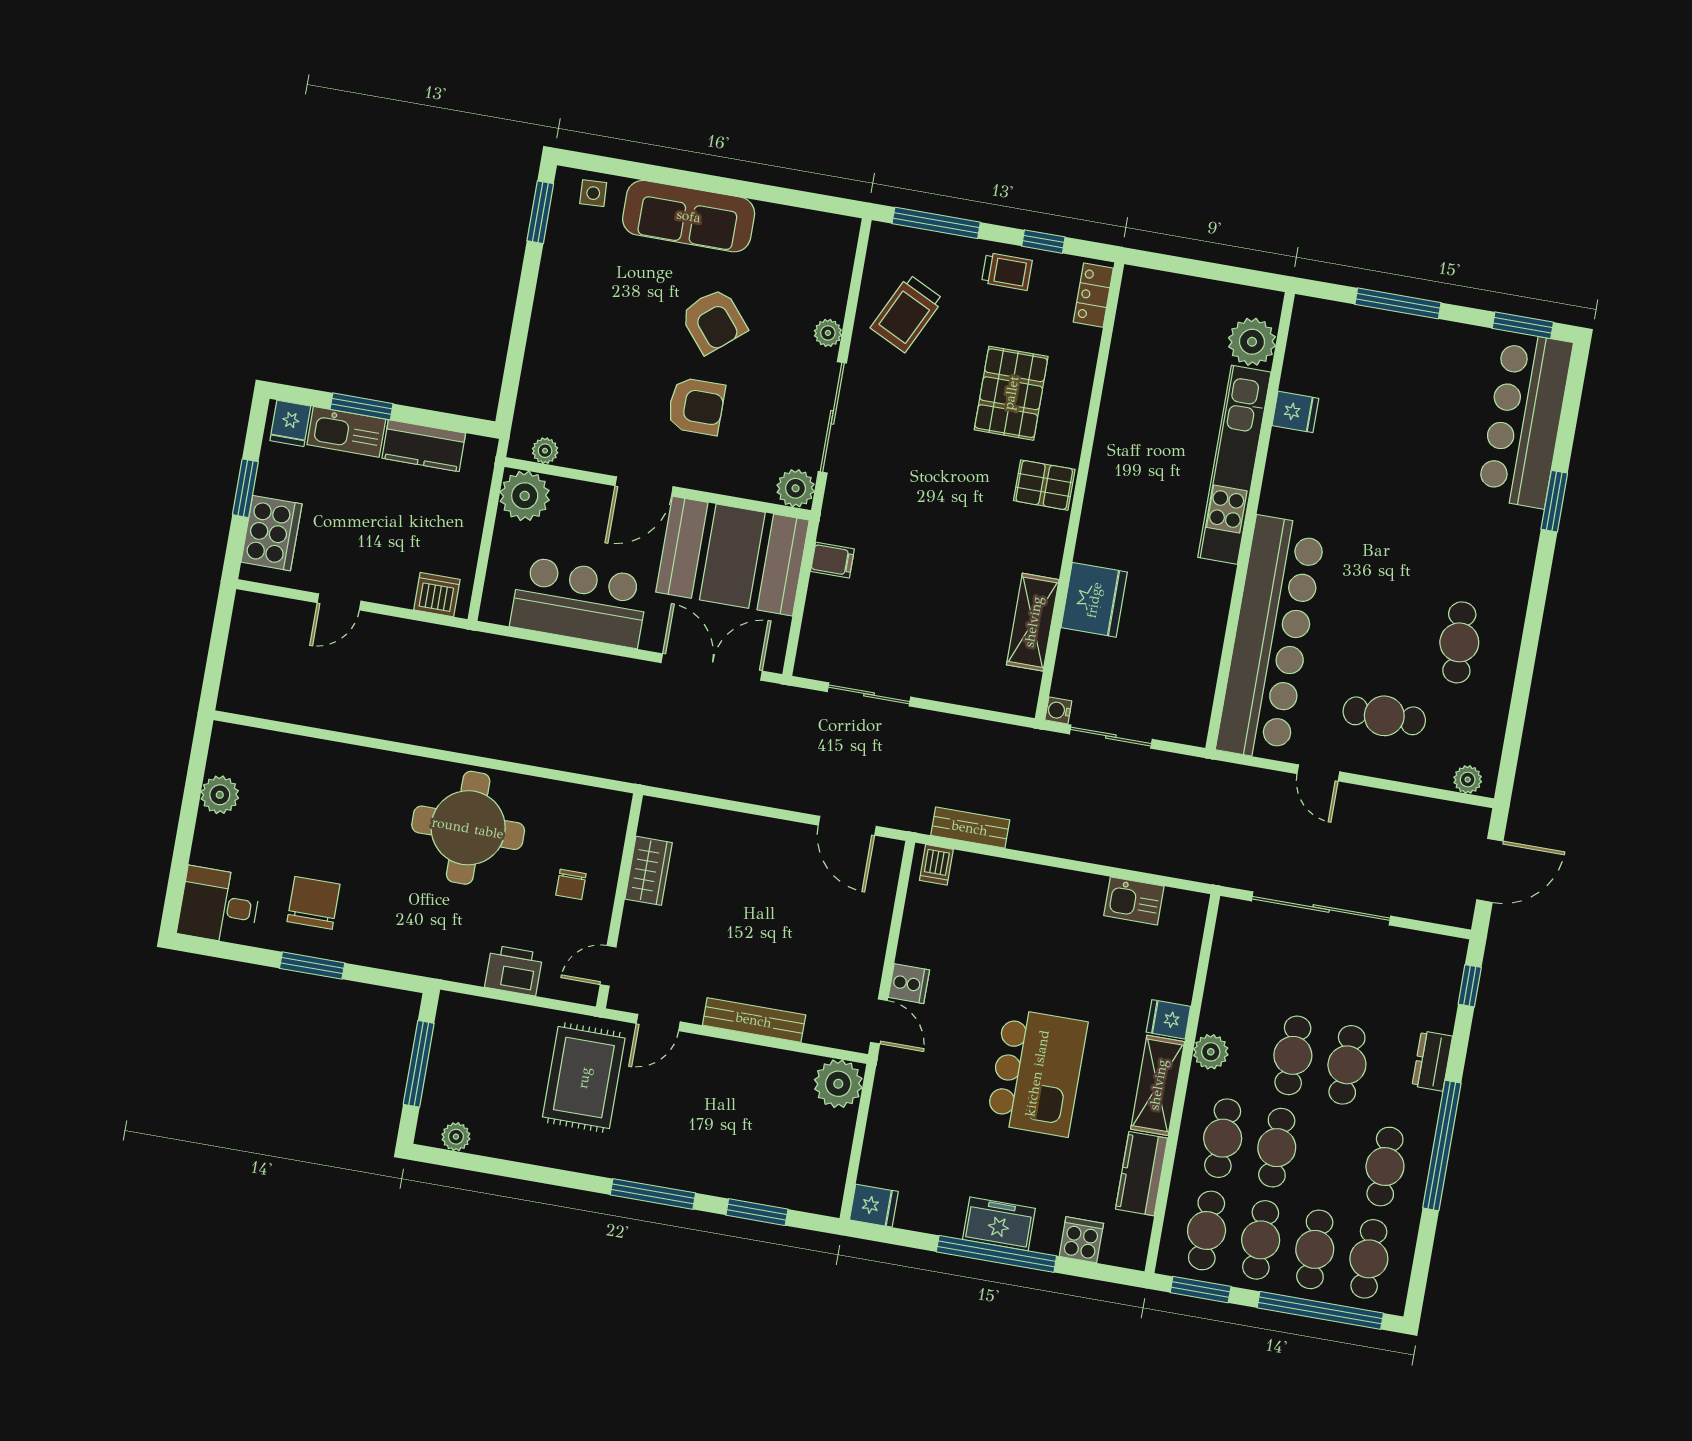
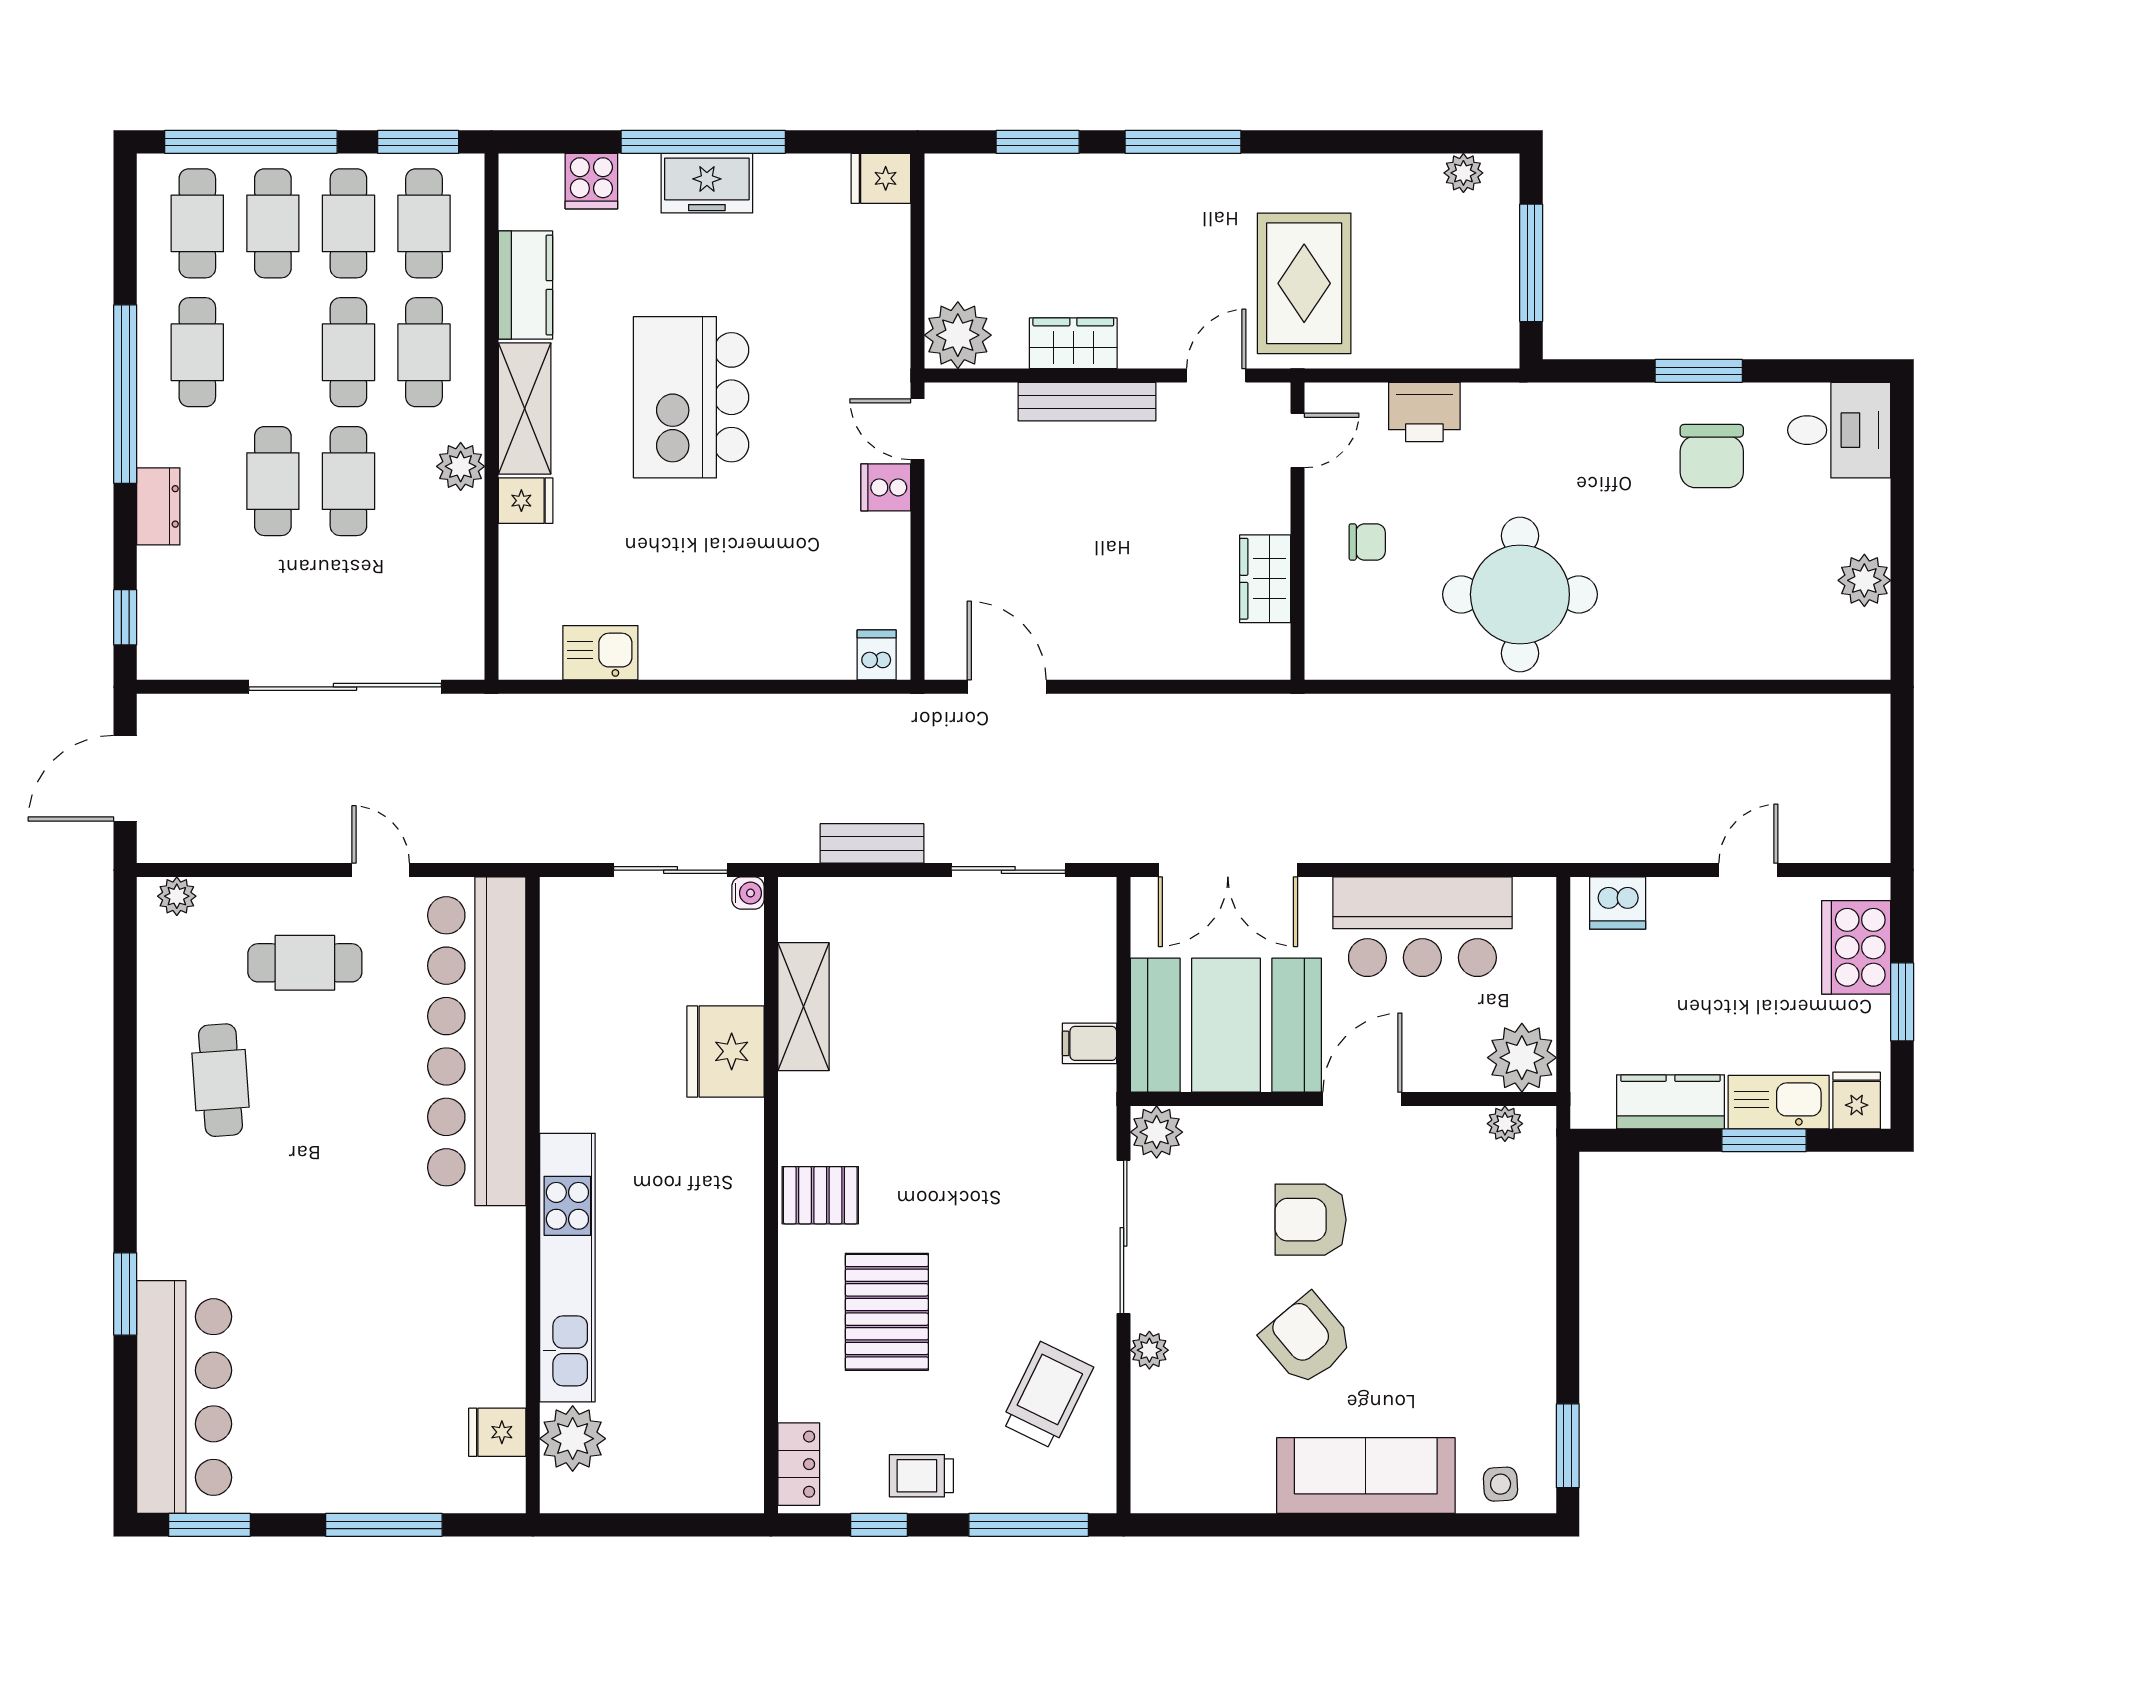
fridge: (1295, 412) -> (497, 1432), moved
bench: (970, 828) -> (872, 843), moved
chair: (571, 884) -> (1367, 542), turned 90
wardrobe: (757, 1064) -> (1073, 343), added

